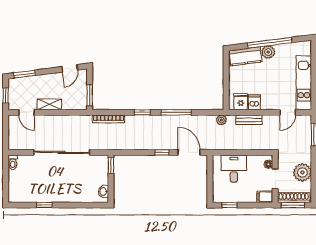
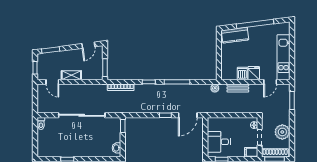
plant: (268, 52) -> (254, 32), removed
fridge: (241, 102) -> (254, 73), moved
door: (189, 152) -> (188, 115), swing flipped
desk: (234, 169) -> (219, 142), moved, turned -90

